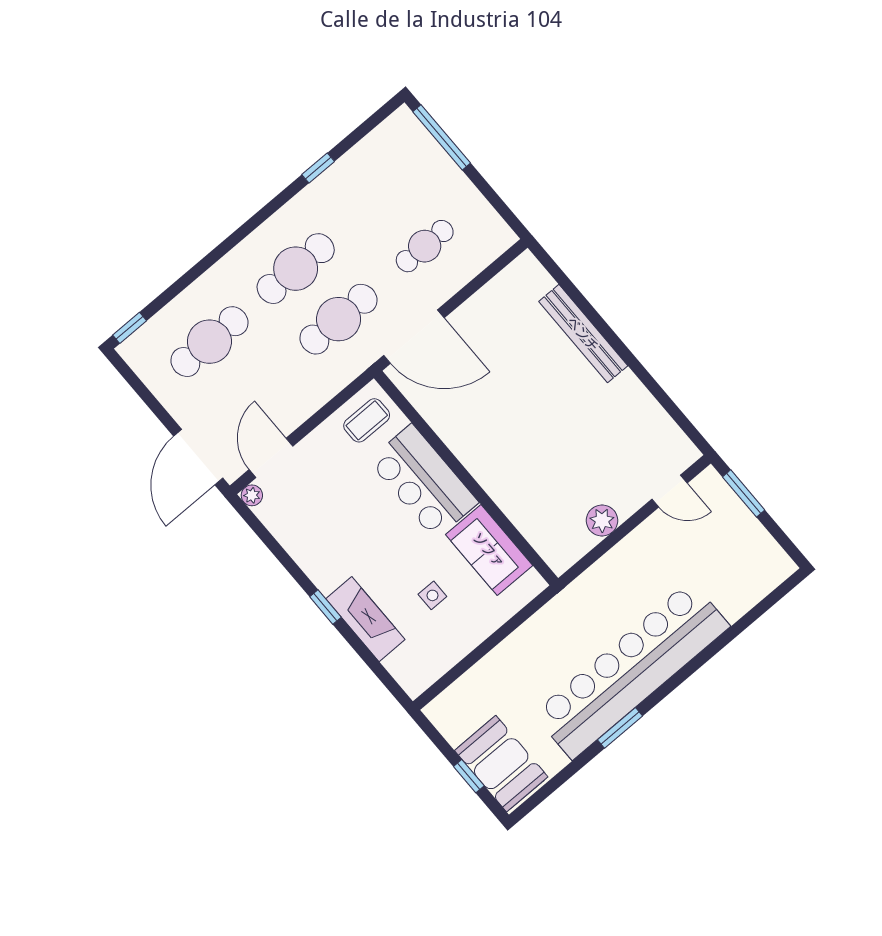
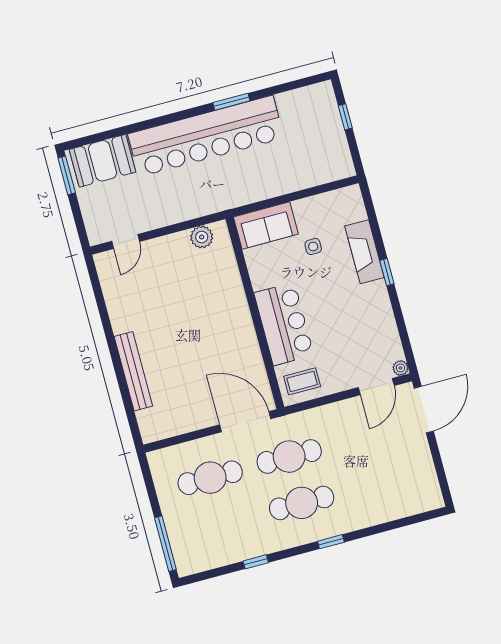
cafe table: (425, 246) -> (210, 478), width x1.37, depth x1.35
window: (130, 328) -> (331, 542), moved
cafe table: (209, 342) -> (381, 482), removed
door: (670, 491) -> (126, 241), swing flipped
window: (744, 493) -> (67, 175), moved
plant: (602, 521) -> (202, 237), moved
sofa: (489, 550) -> (266, 225), moved, turned 90
booth: (501, 764) -> (103, 161), moved, turned 90

